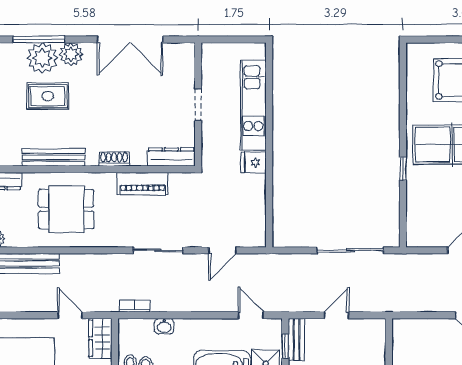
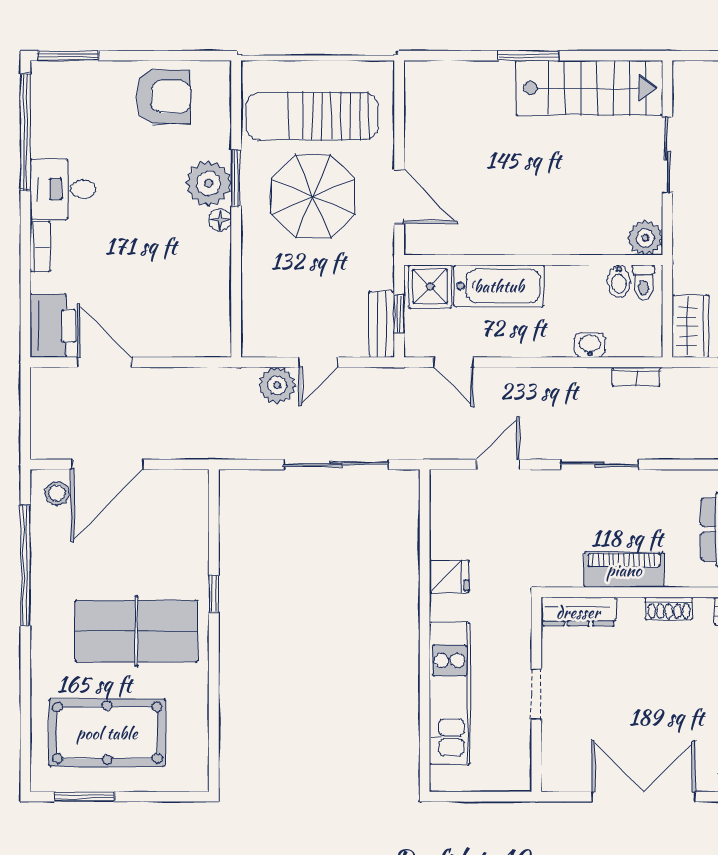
fridge: (253, 163) -> (449, 577), moved
sliding door: (350, 250) -> (336, 464), moved
plant: (363, 301) -> (277, 385), added

